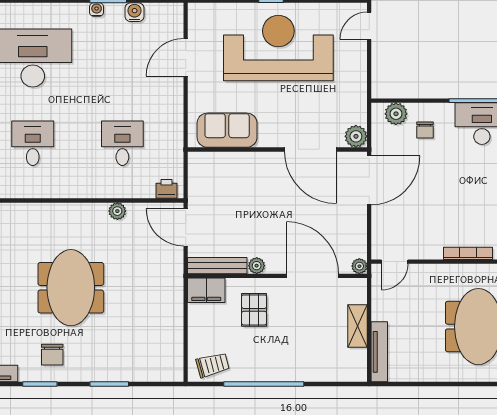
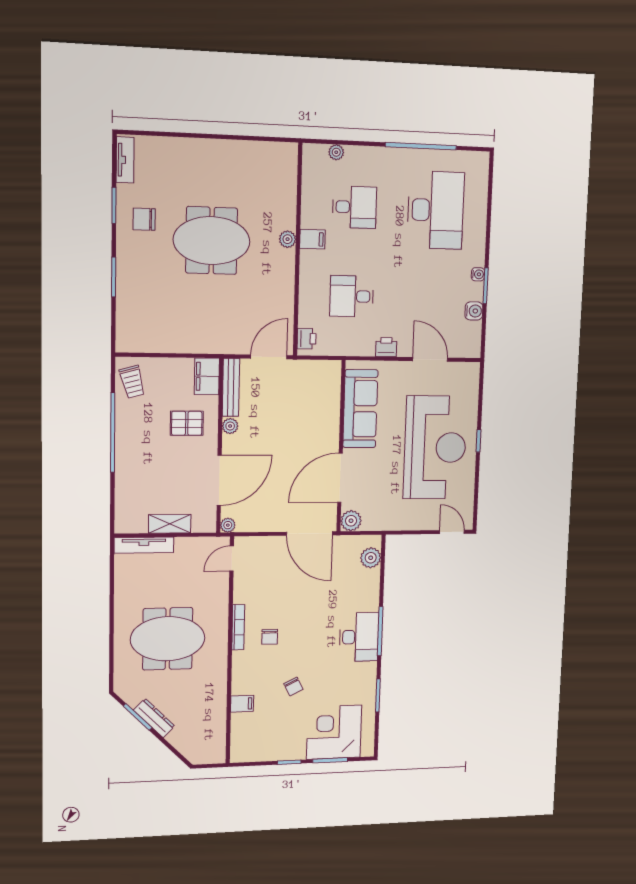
printer: (174, 105) -> (386, 347), added
sofa: (227, 130) -> (360, 409), width x1.36
chair: (425, 130) -> (270, 637), moved, turned -90
desk: (122, 143) -> (352, 296), turned 180
filing cabinet: (66, 186) -> (312, 239), added
plant: (117, 211) -> (288, 239), moved
door: (395, 262) -> (232, 559), hinge flipped

